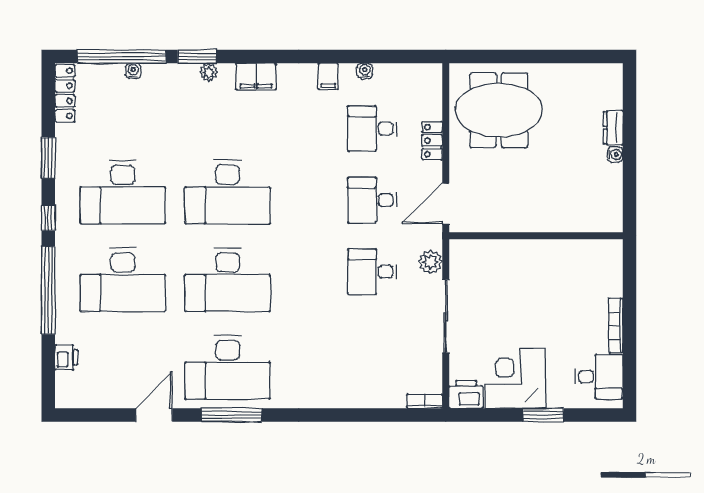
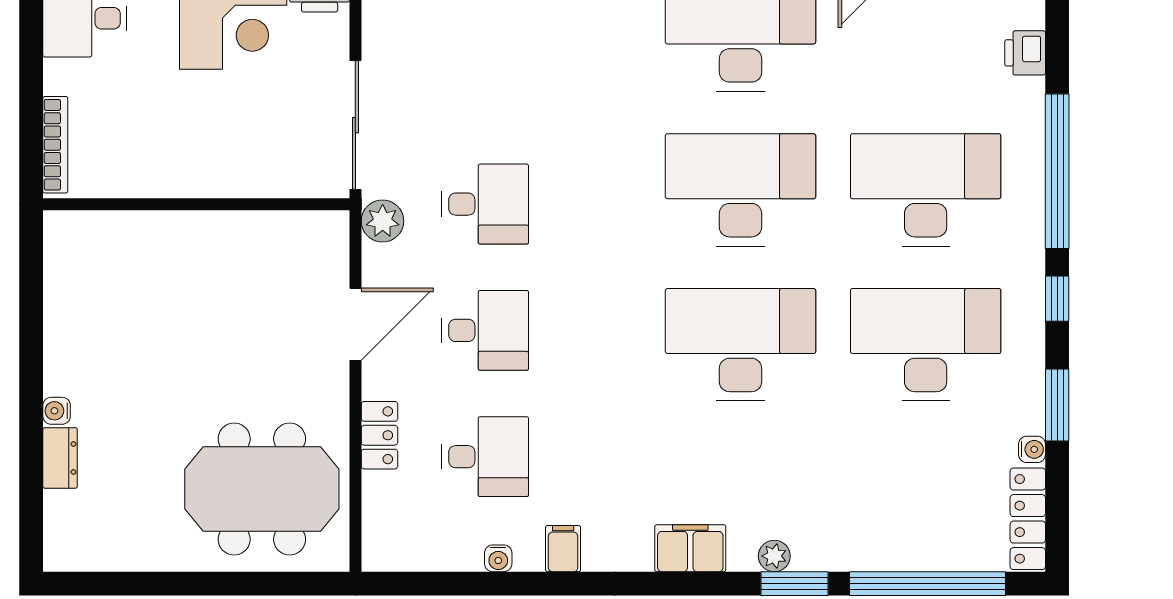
water cooler: (133, 71) -> (1032, 449), moved, turned -90
wall: (536, 236) -> (196, 204), moved
bookcase: (616, 326) -> (55, 145), moved

